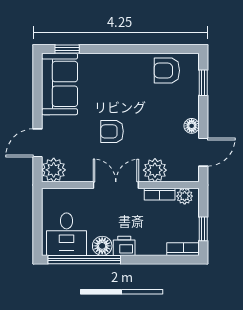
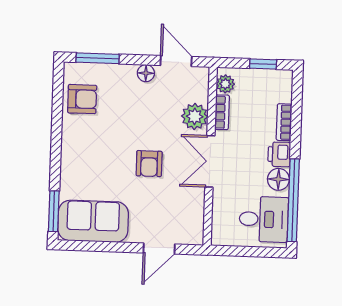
window: (67, 49) -> (54, 211), width x1.50
armchair: (167, 71) -> (82, 99), turned -90
window: (203, 83) -> (98, 58), width x1.50
door: (38, 143) -> (159, 248), hinge flipped
plant: (54, 170) -> (190, 231), removed
bookcase: (183, 249) -> (284, 122), moved

